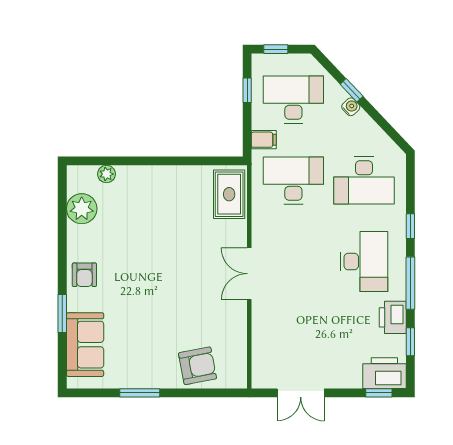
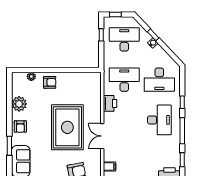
filing cabinet: (264, 140) -> (109, 167), moved
armchair: (143, 186) -> (50, 82), added
rug: (229, 194) -> (67, 127), moved, width x1.86, depth x2.06
plant: (82, 209) -> (19, 104), moved
double door: (249, 274) -> (102, 136), moved
printer: (393, 317) -> (110, 103), moved, turned 180

